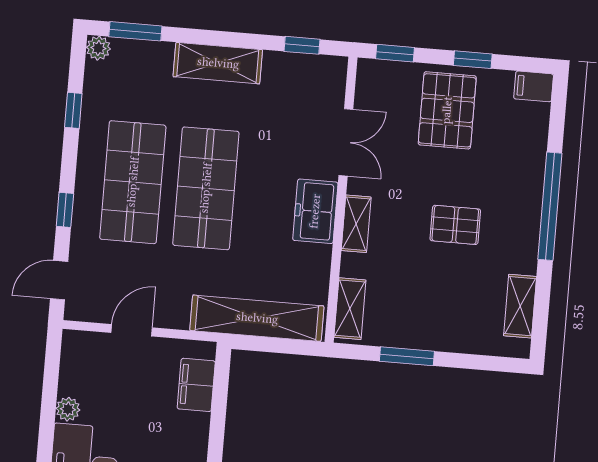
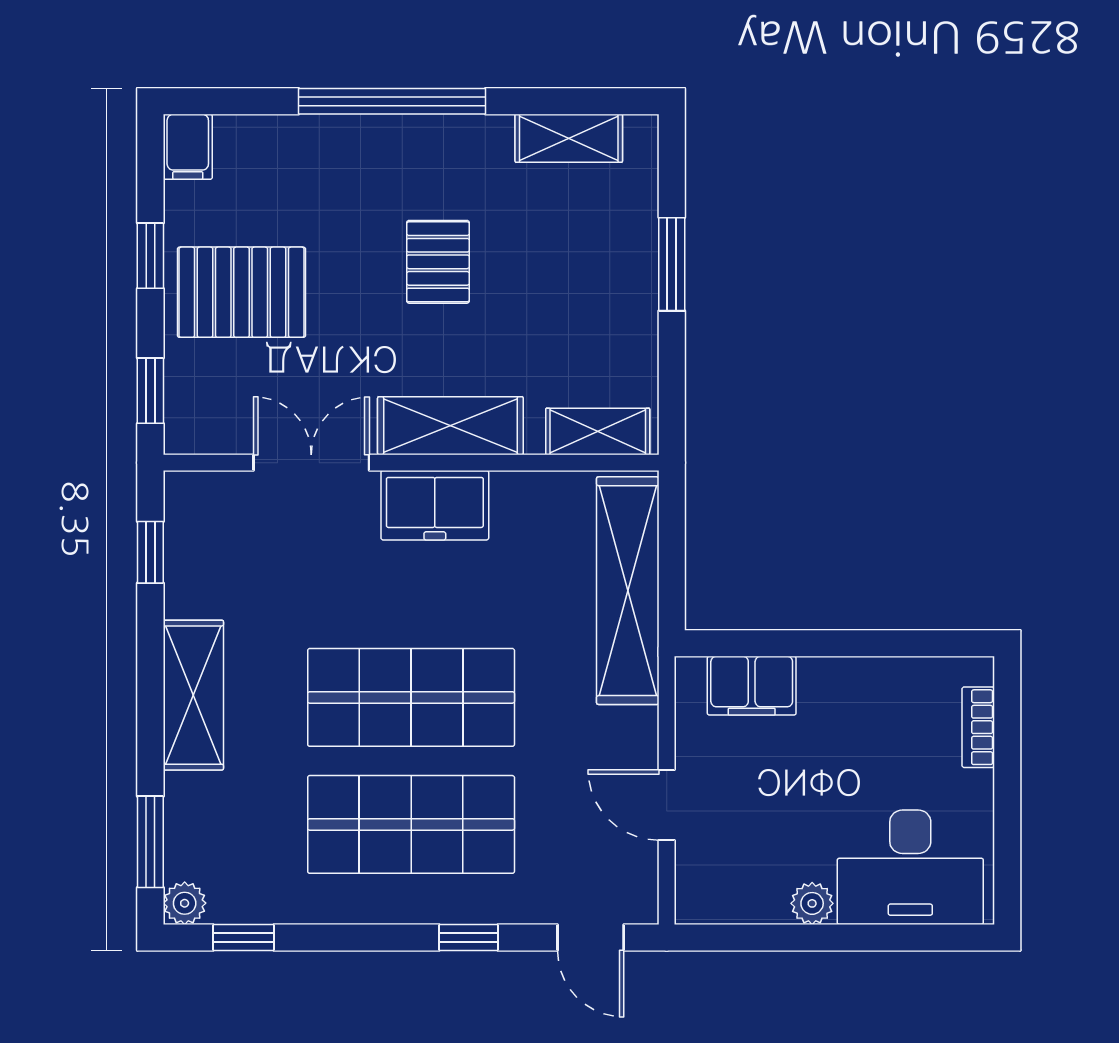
window: (73, 110) -> (244, 937), moved
shelving: (356, 224) -> (450, 426), width x1.50, depth x1.33
window: (407, 356) -> (672, 264), moved

